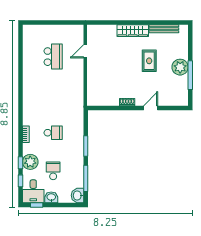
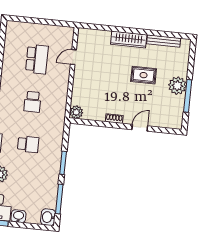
rug: (149, 61) -> (144, 75), turned 90
plant: (93, 100) -> (76, 112), added
school desk: (53, 171) -> (32, 102), moved, turned 180

